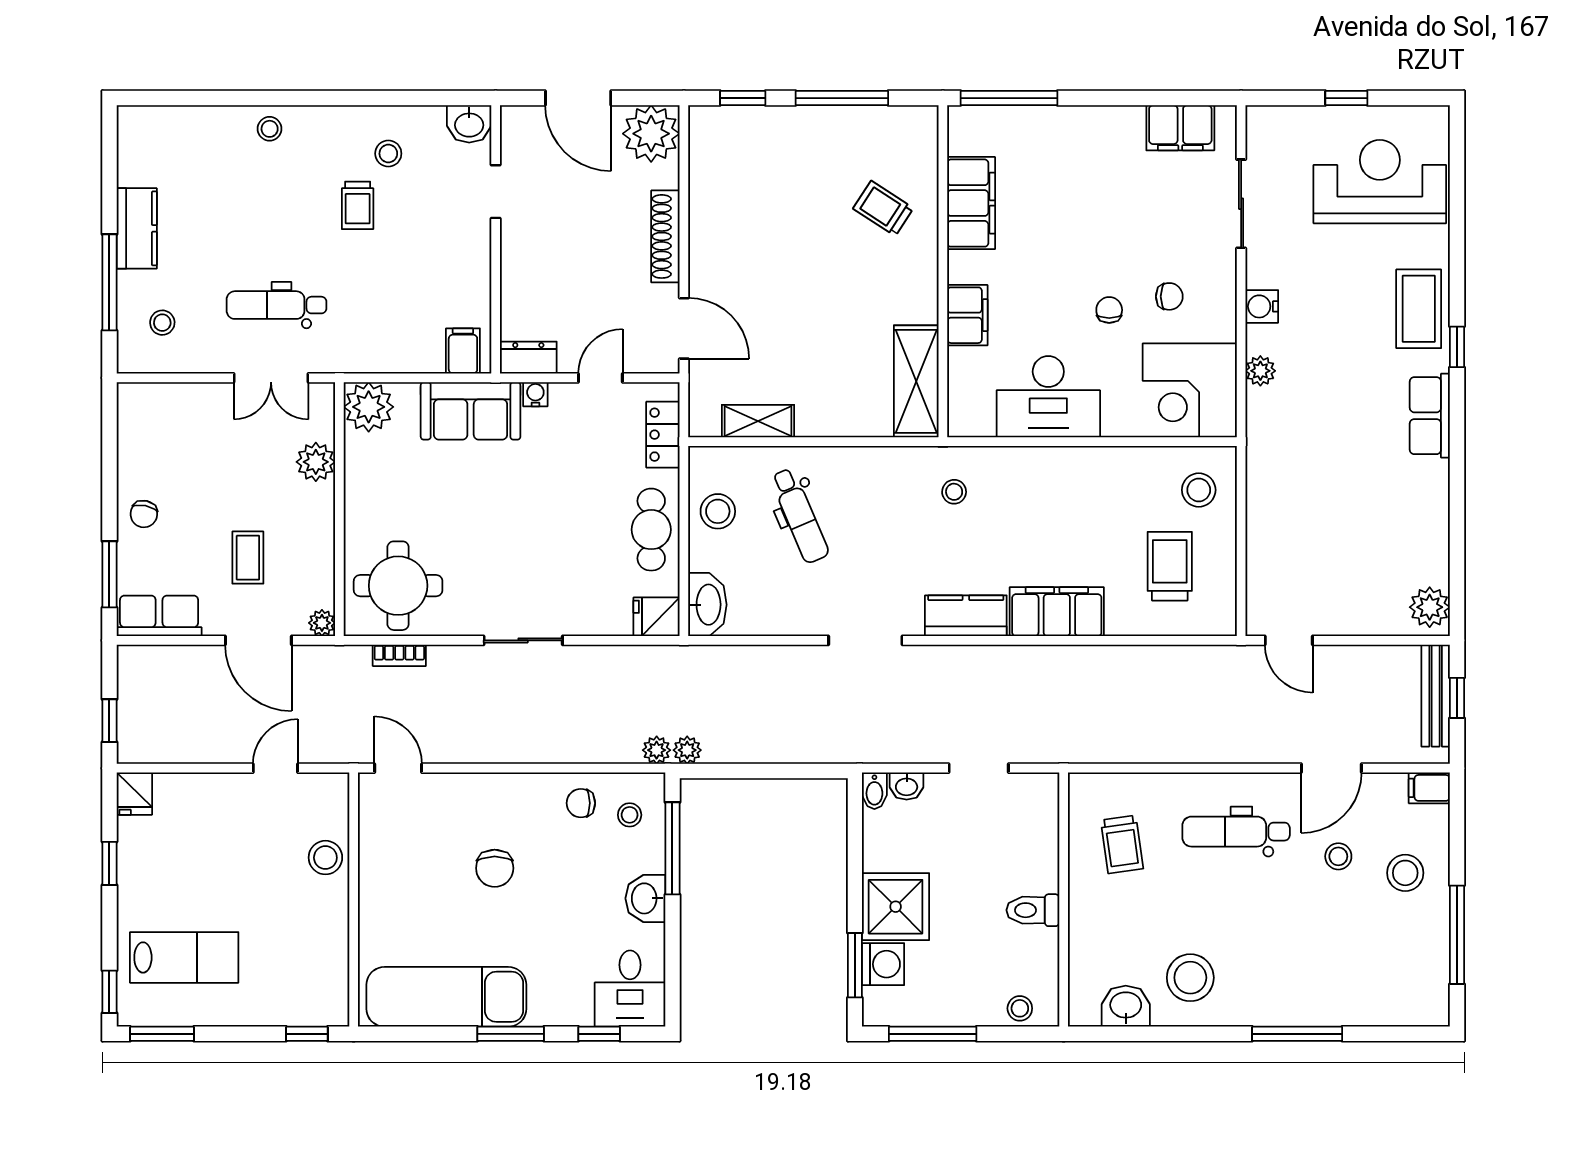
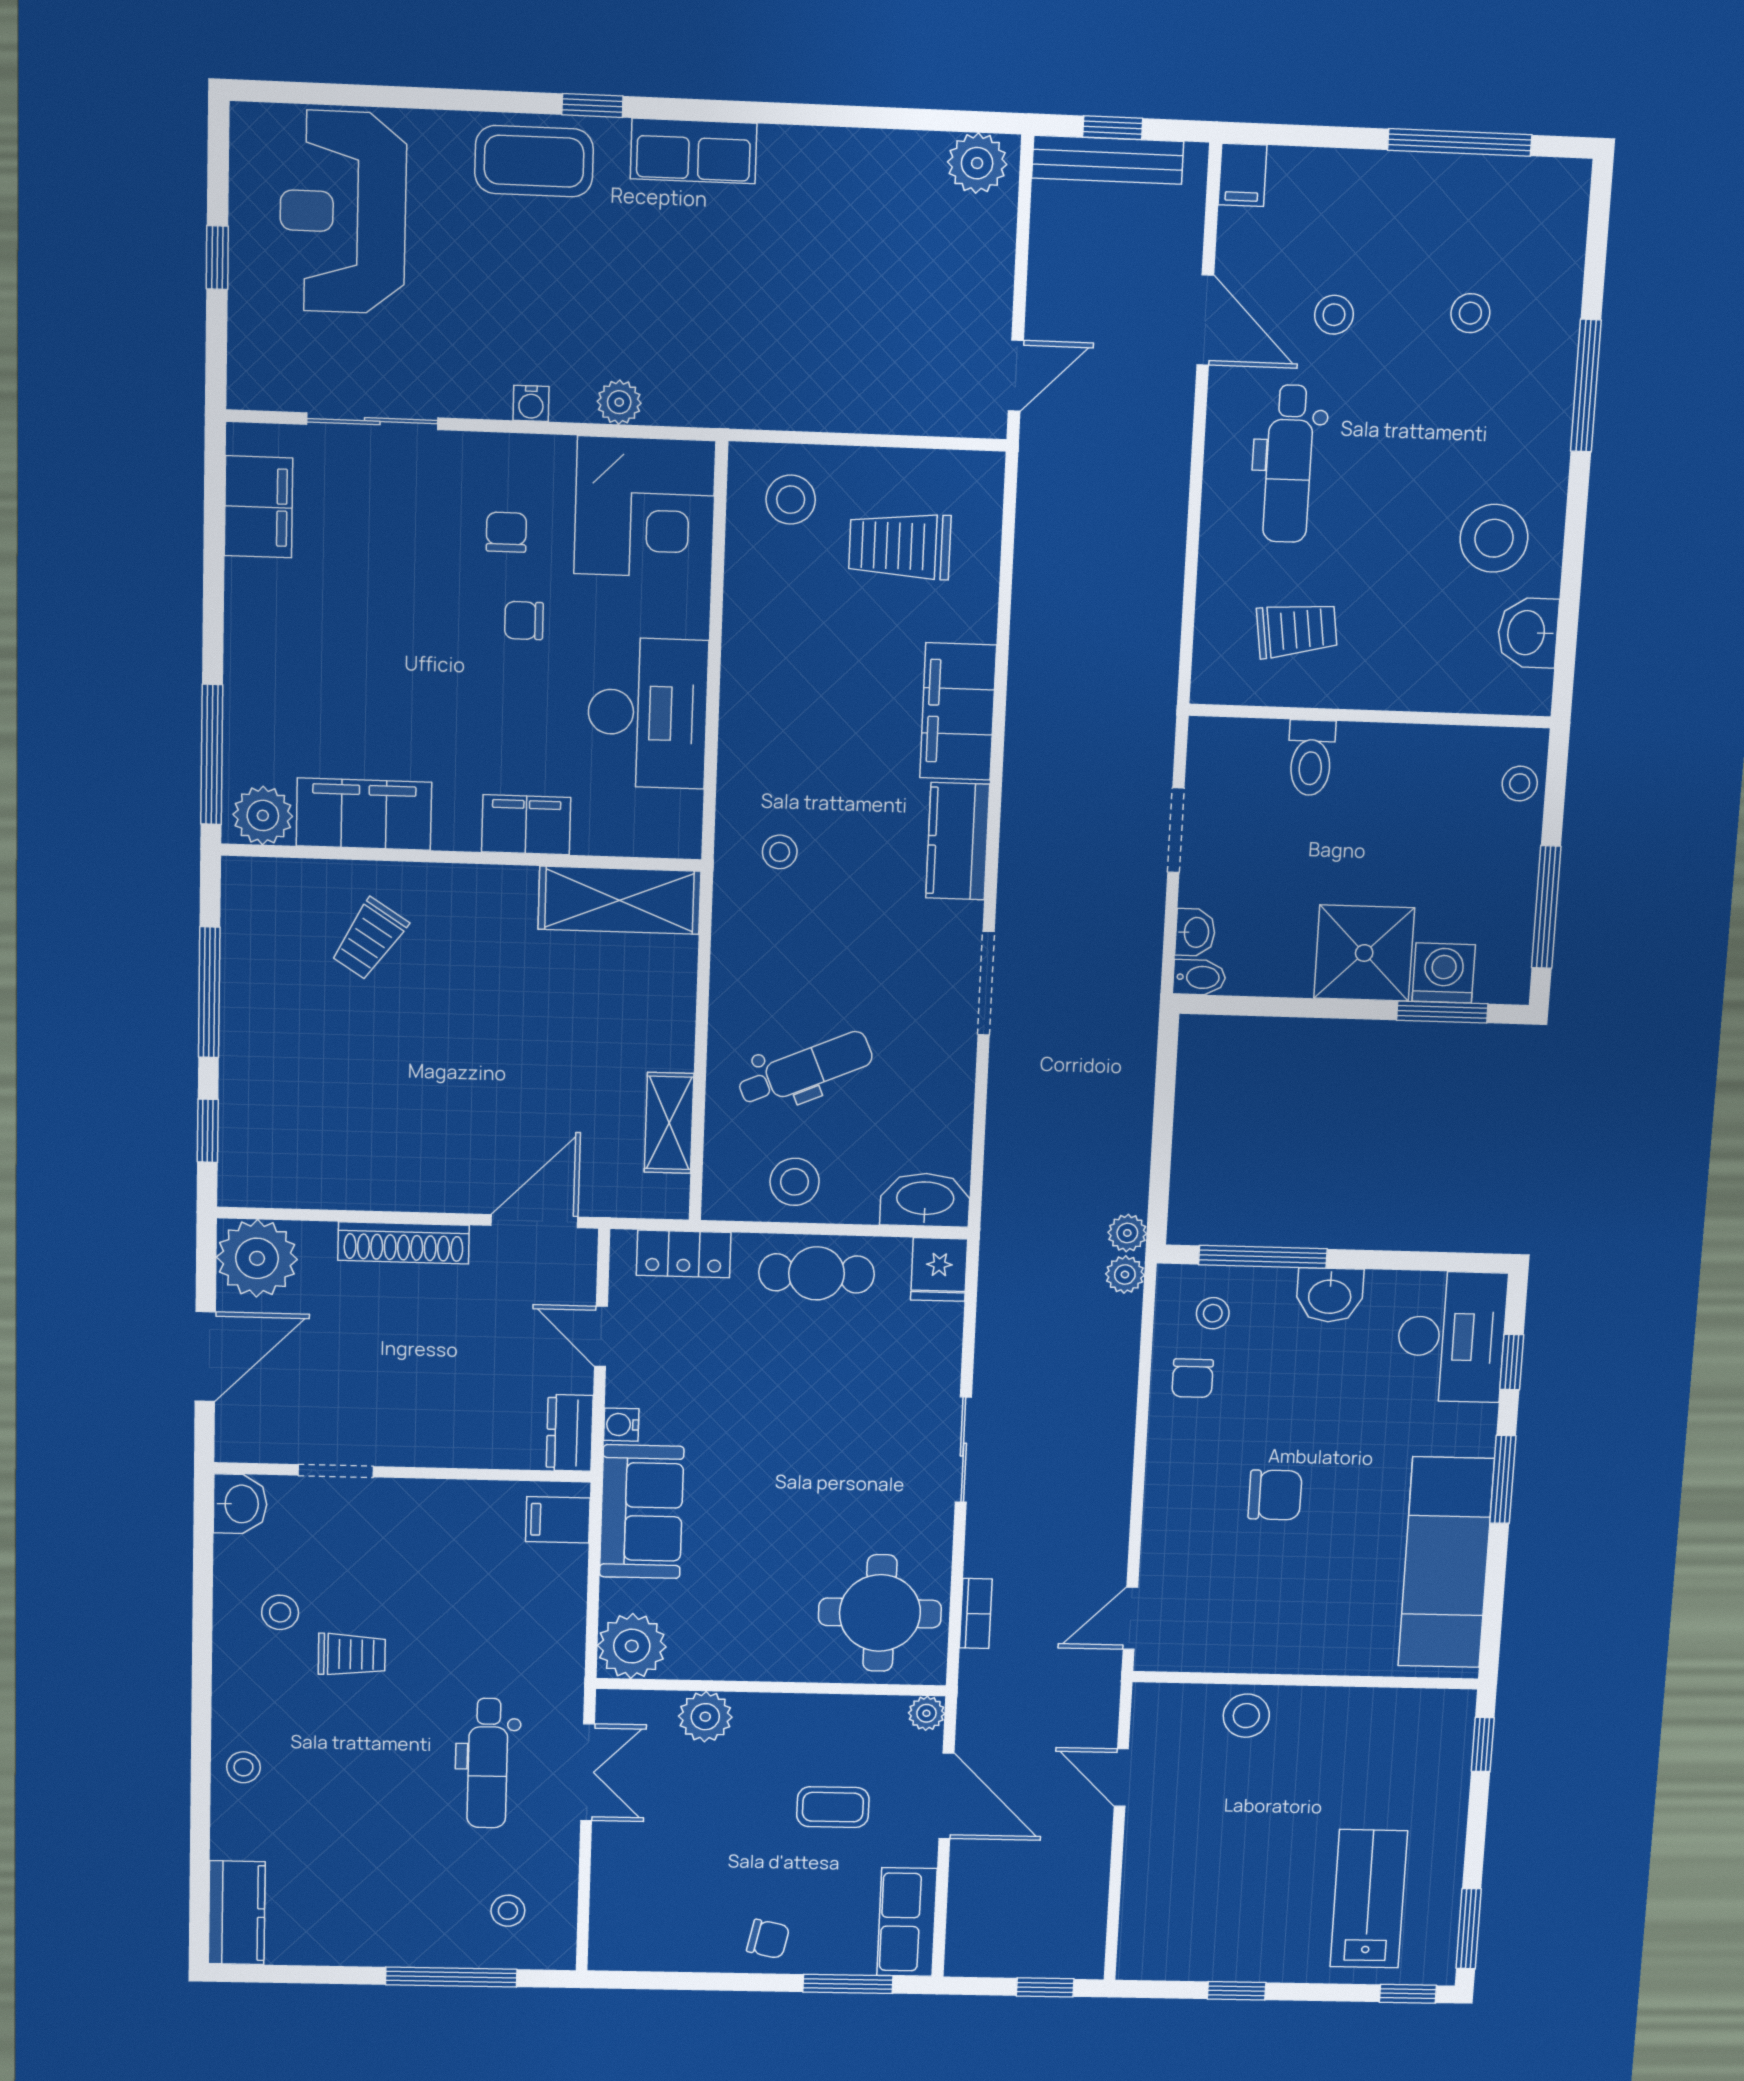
plant: (968, 134) -> (263, 815), added
kitchen counter: (137, 228) -> (237, 1913), moved, turned 90
water cooler: (1262, 306) -> (531, 403), width x0.72, depth x0.72
door: (258, 640) -> (946, 1796), hinge flipped
fridge: (134, 794) -> (1145, 1958), removed
stool: (1405, 873) -> (1470, 313), moved, width x0.73, depth x0.73
toilet: (1033, 910) -> (1311, 758), moved
desk: (630, 989) -> (1451, 1337), width x1.37

